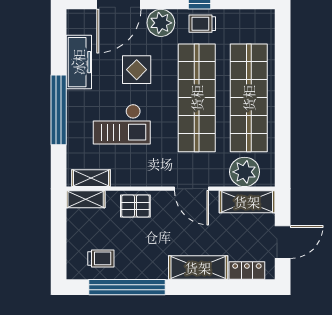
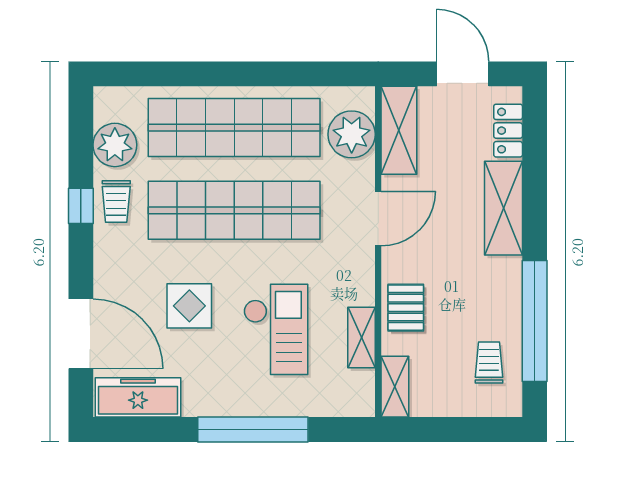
plant: (161, 23) -> (115, 145), moved
freezer: (79, 62) -> (138, 397), moved
shelving: (91, 178) -> (361, 337), moved

